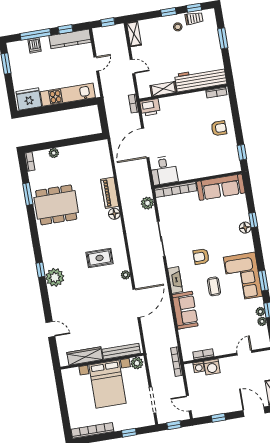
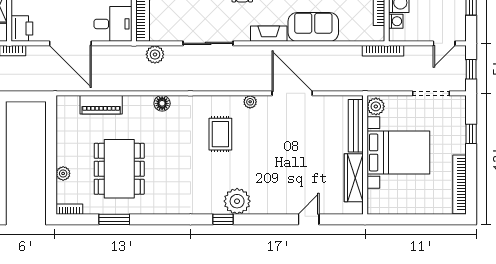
piano: (110, 193) -> (101, 105), moved
dining table: (56, 205) -> (119, 169), moved

